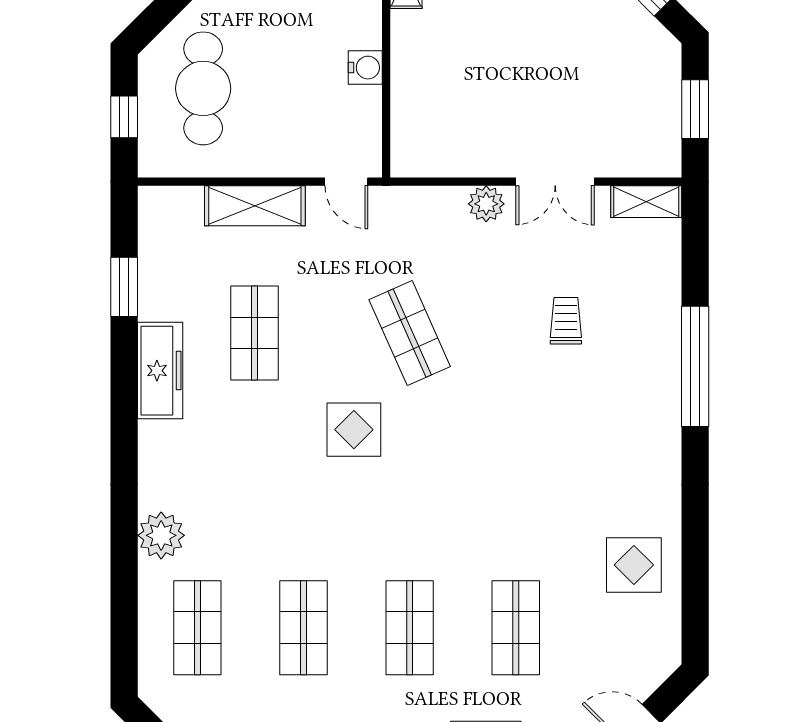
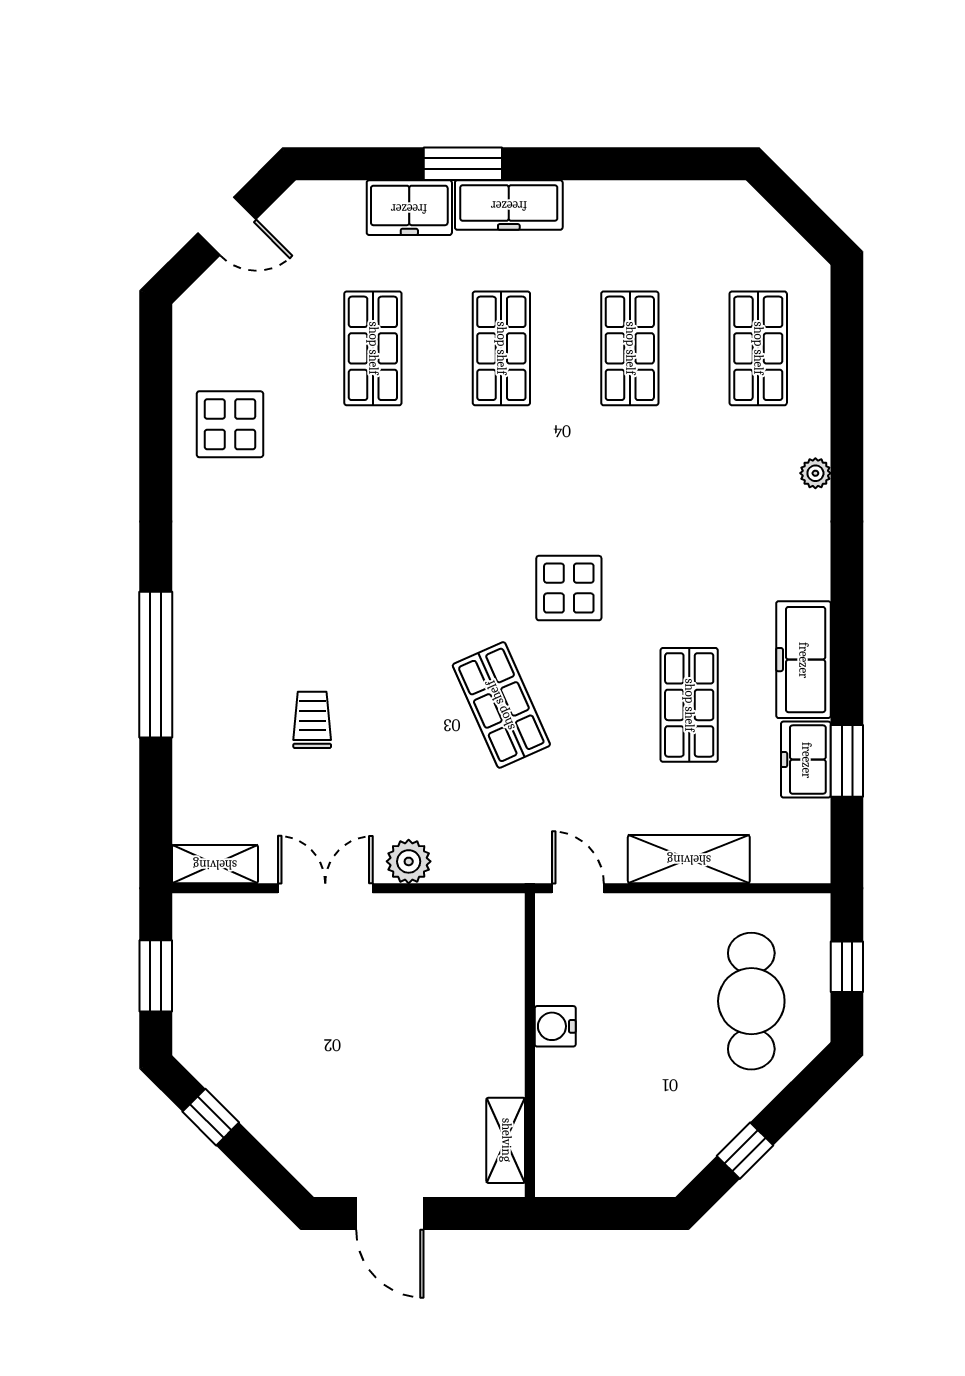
freezer: (158, 288) -> (806, 760), added
trolley: (566, 321) -> (312, 720), turned 180
plant: (161, 535) -> (815, 473), width x0.53, depth x0.53

